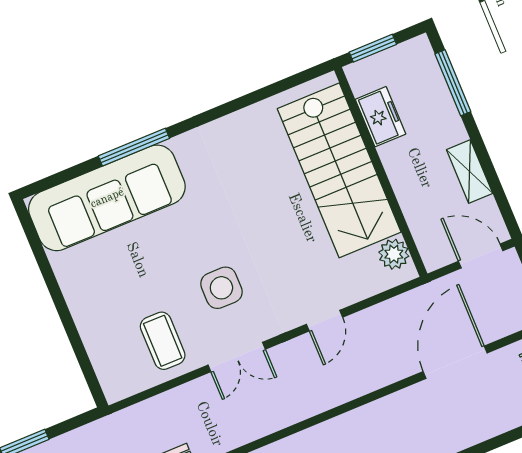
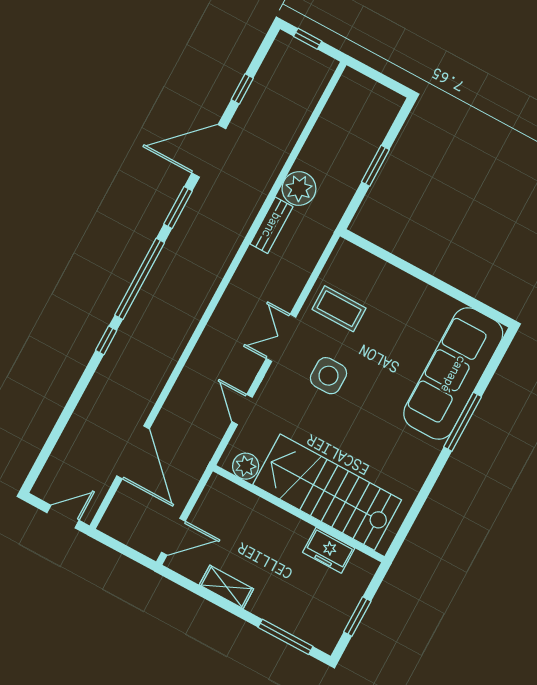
freezer: (380, 117) -> (329, 550), moved
stairs: (339, 170) -> (327, 492), moved
wall: (381, 172) -> (299, 514), moved
plant: (394, 254) -> (246, 466), moved

